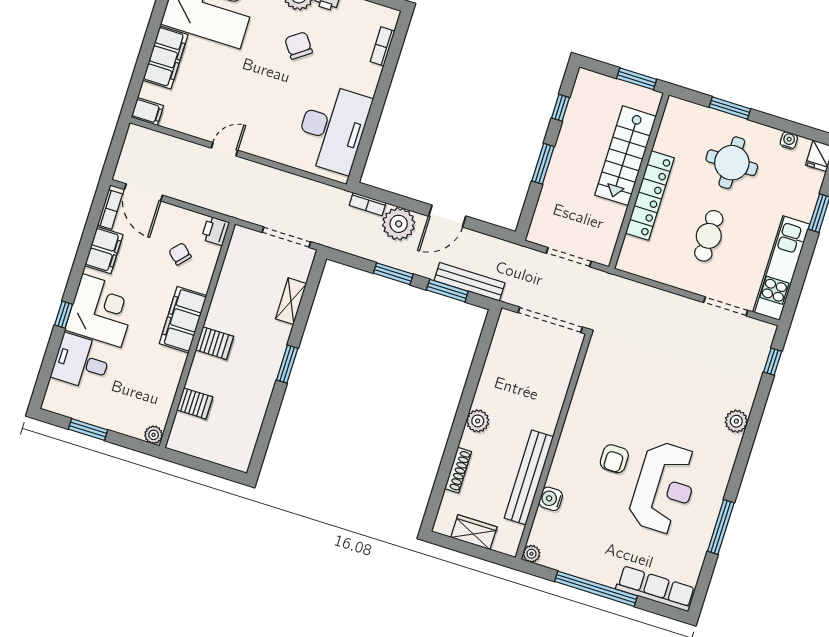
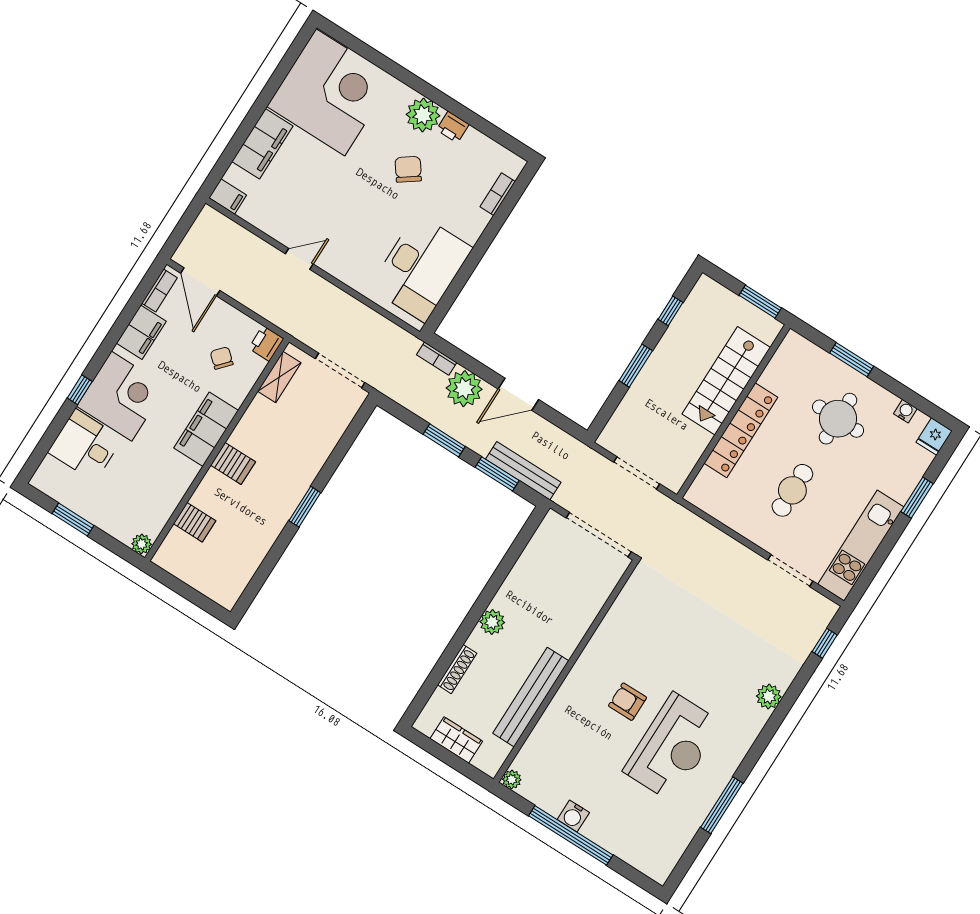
shelving: (291, 301) -> (279, 377), moved
armchair: (614, 459) -> (627, 702), turned 90
water cooler: (551, 499) -> (573, 816), moved, turned -90
row of seats: (656, 589) -> (634, 852), removed

